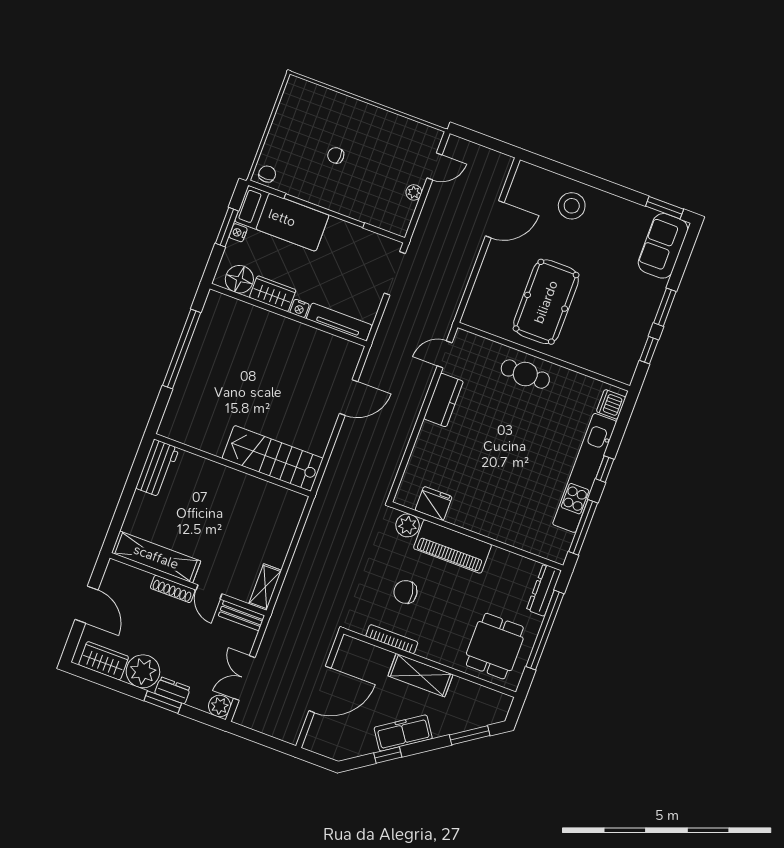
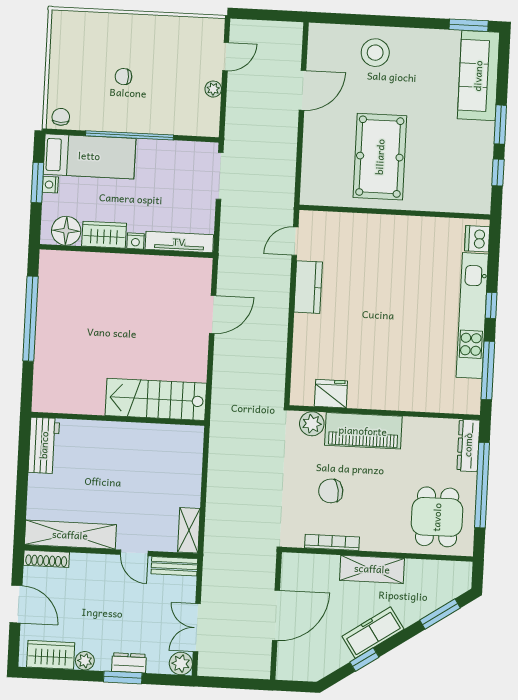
sofa: (663, 246) -> (478, 76), width x1.36
cafe table: (525, 374) -> (382, 235), removed
shoe rack: (173, 589) -> (46, 559), moved
plant: (143, 671) -> (85, 661), width x0.53, depth x0.53

